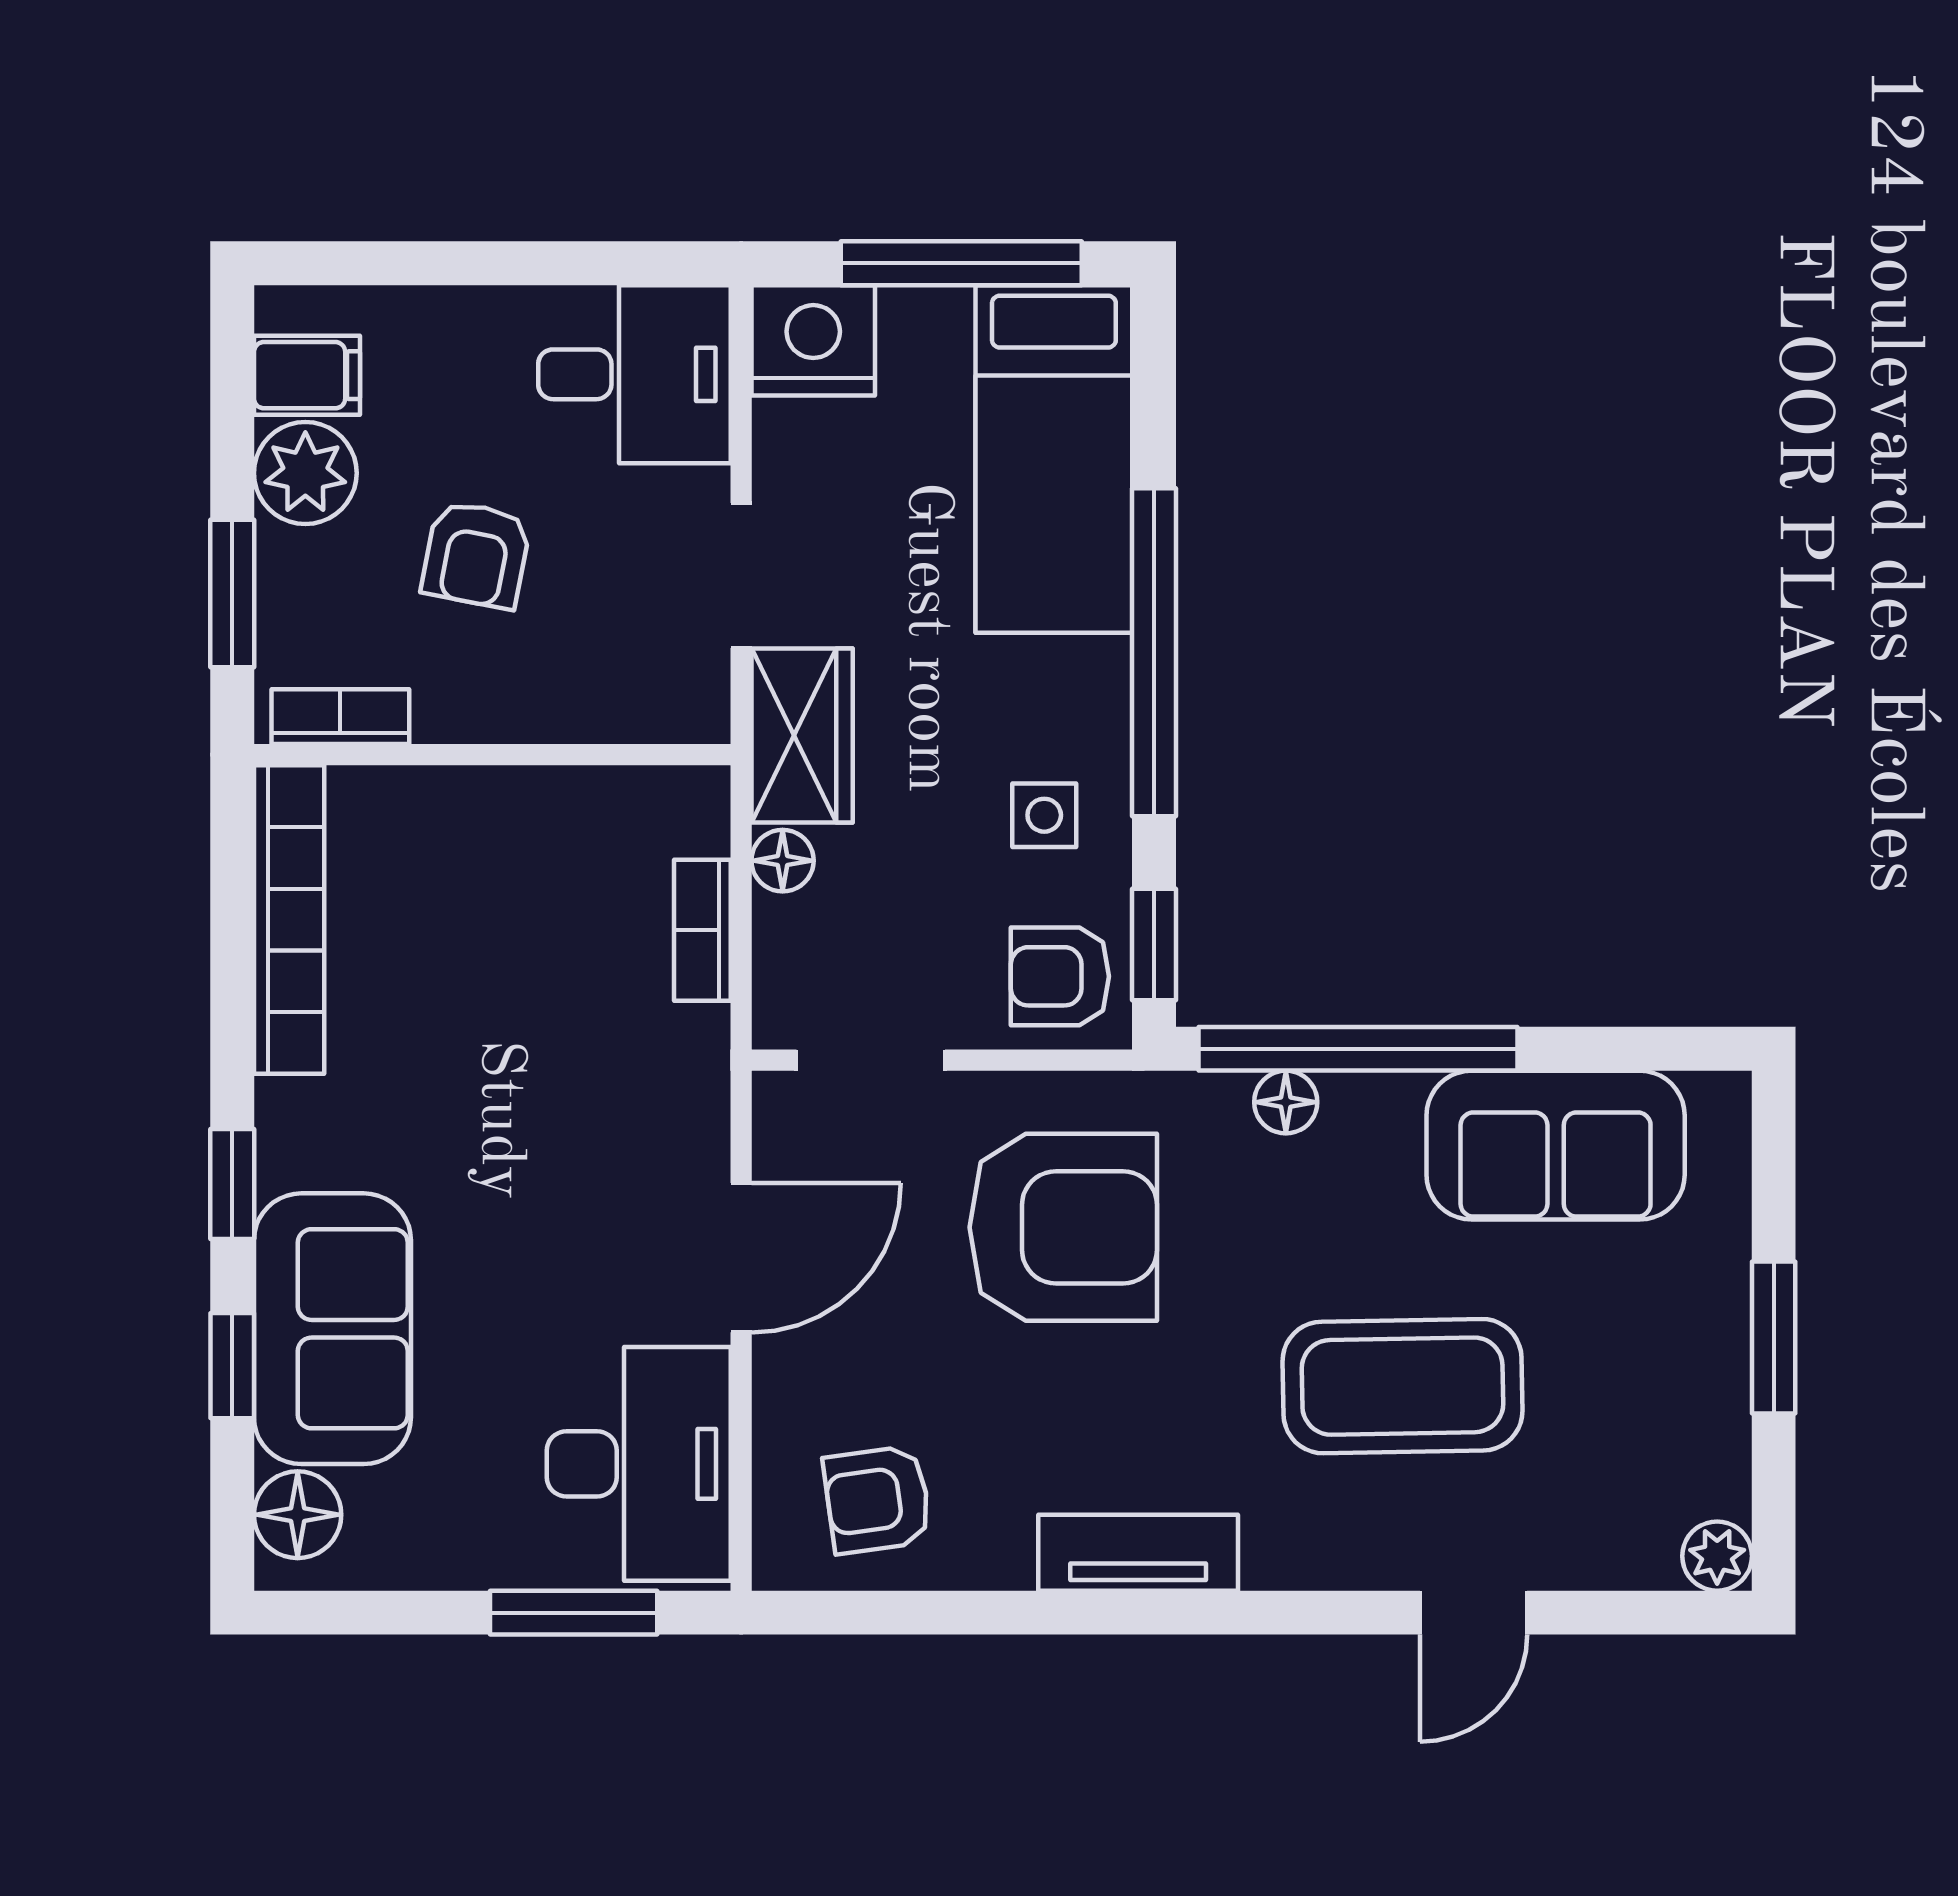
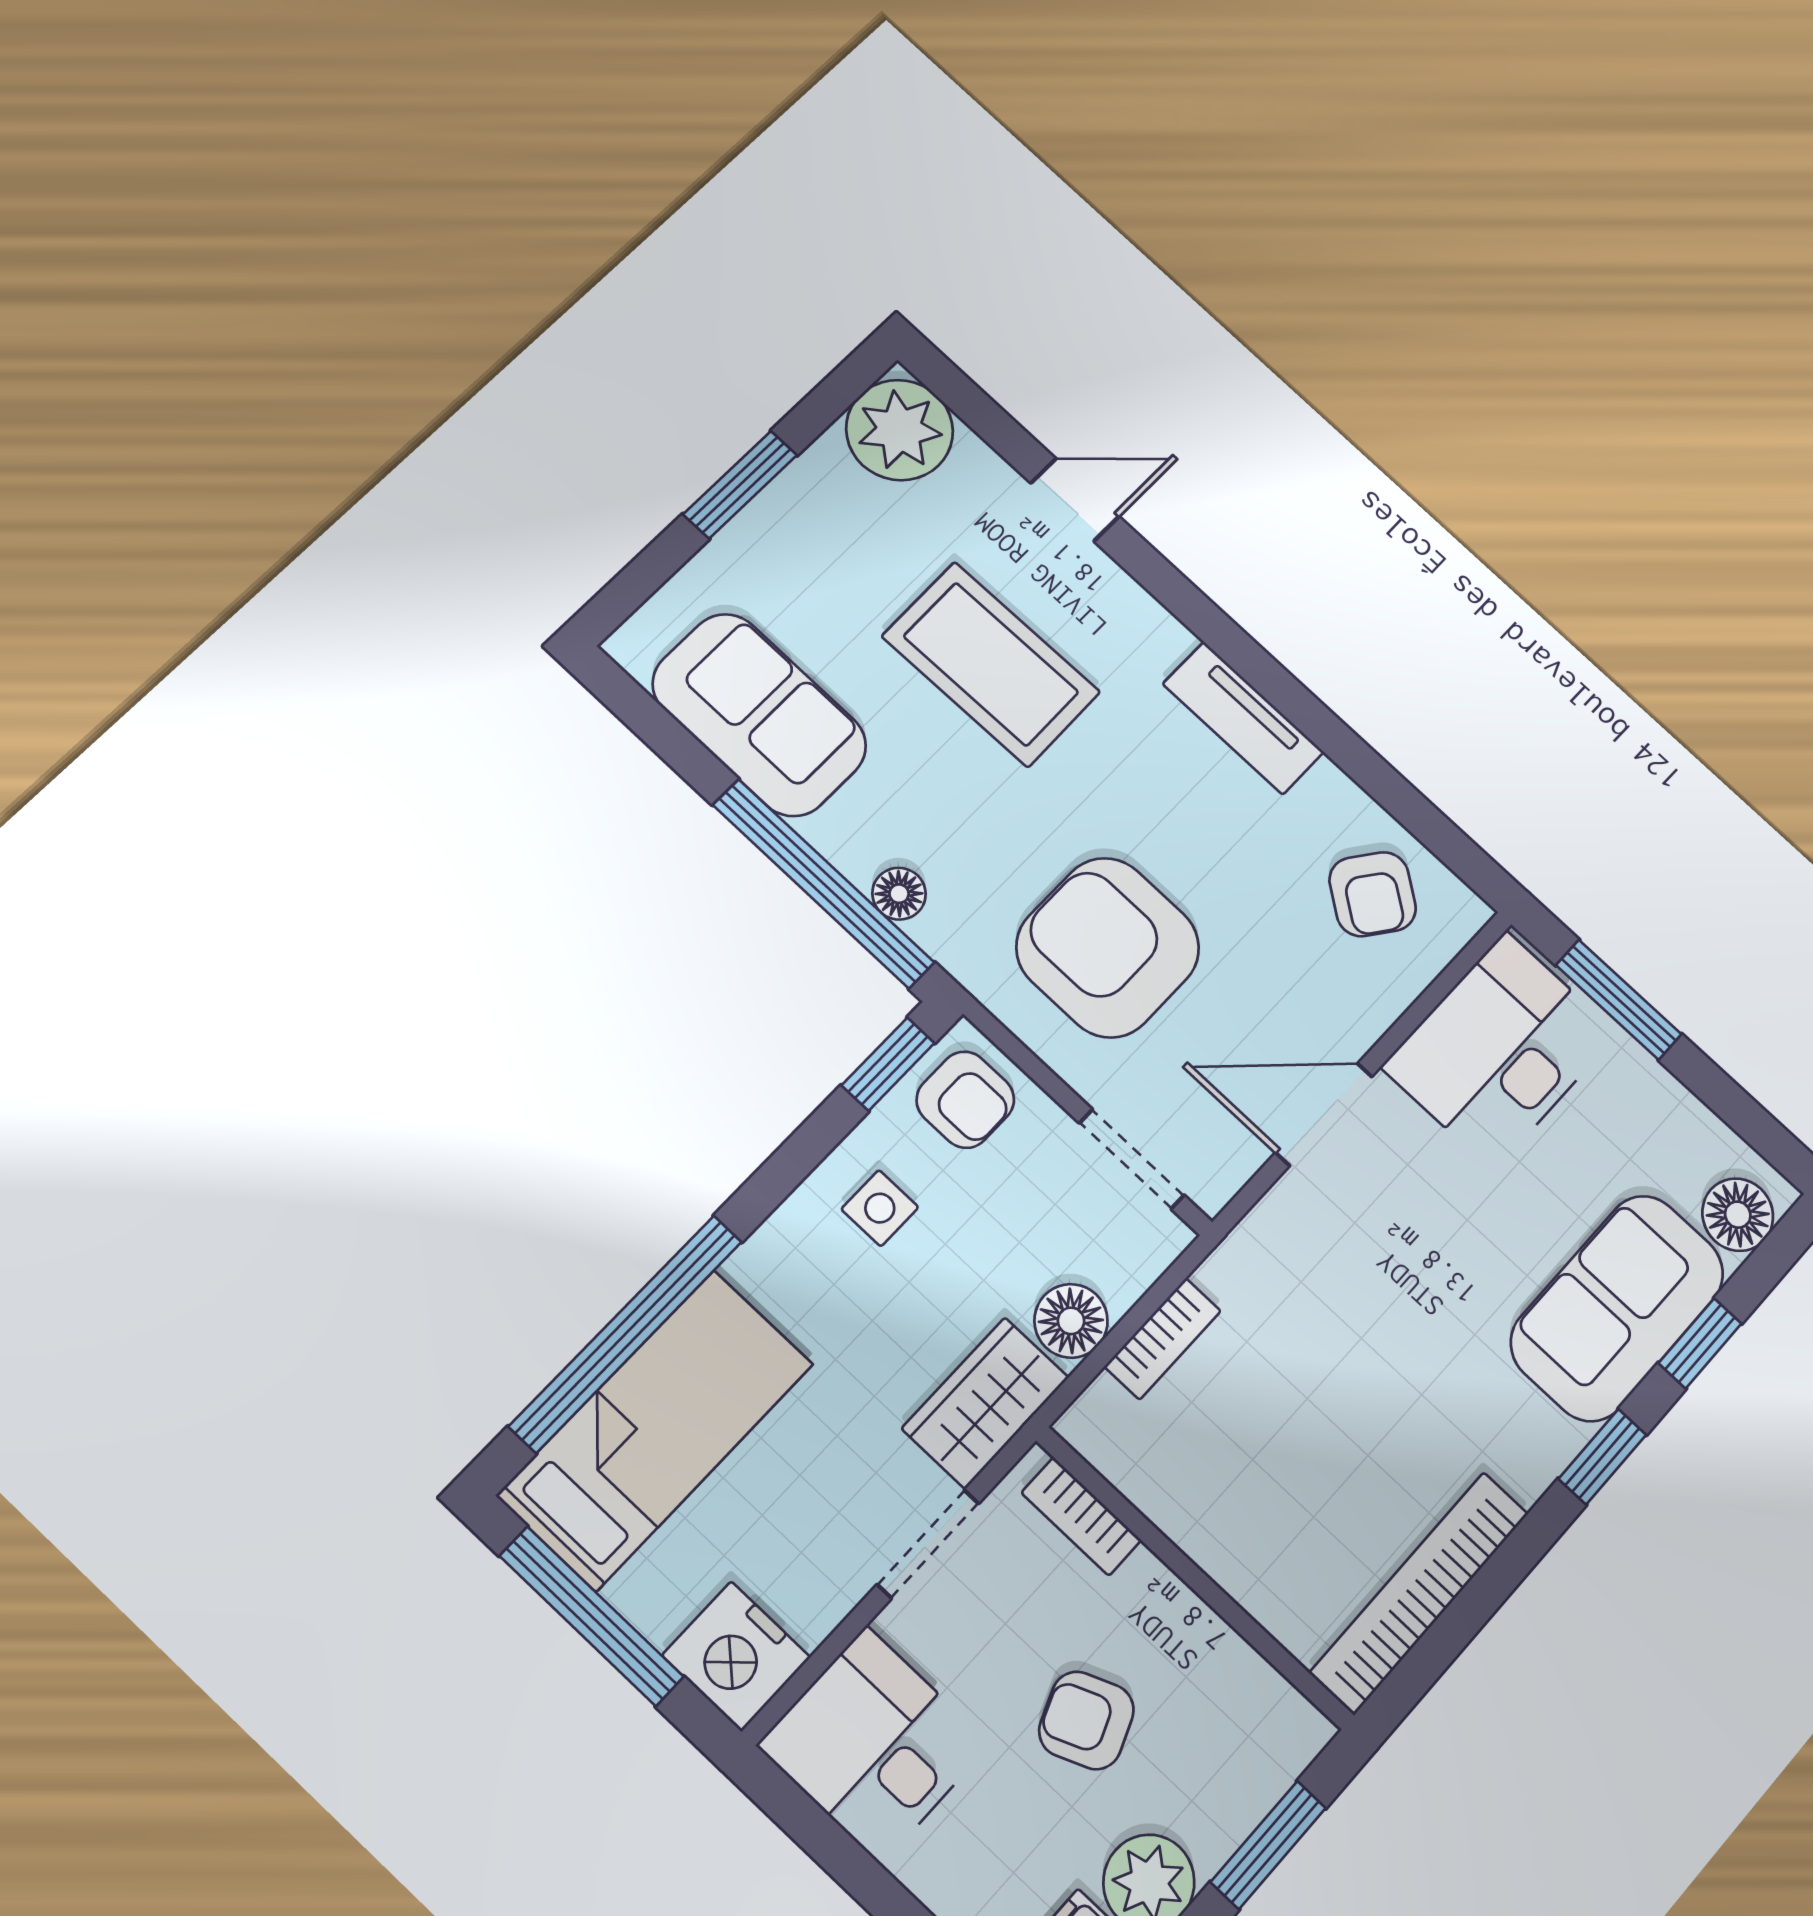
armchair: (476, 555) -> (1086, 1720), turned -123
window: (1154, 652) -> (626, 1333), moved
bookcase: (340, 717) -> (1081, 1516), moved
floor lamp: (783, 861) -> (1071, 1321), width x1.37, depth x1.37
armchair: (877, 1500) -> (1373, 894), turned 44
plant: (1717, 1556) -> (900, 430), width x1.88, depth x1.88

